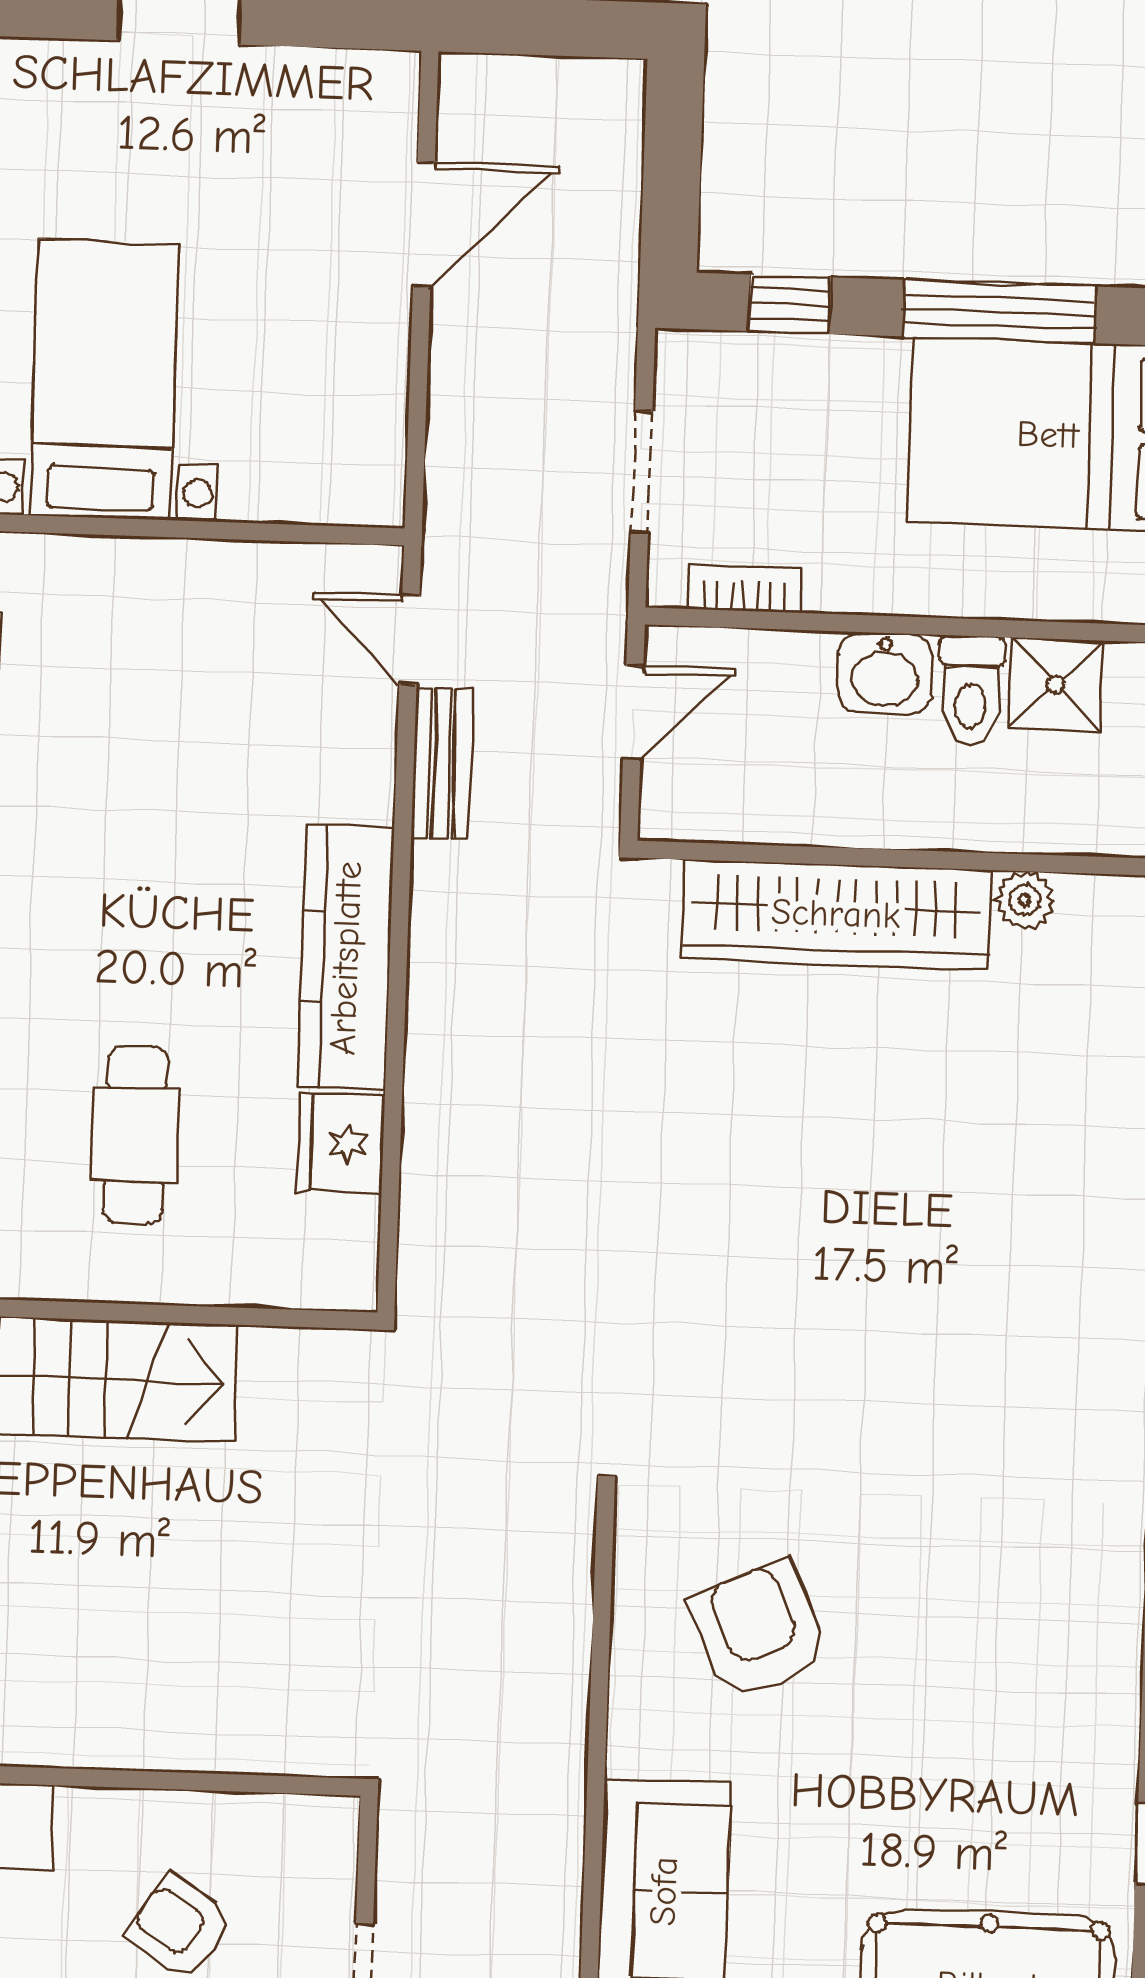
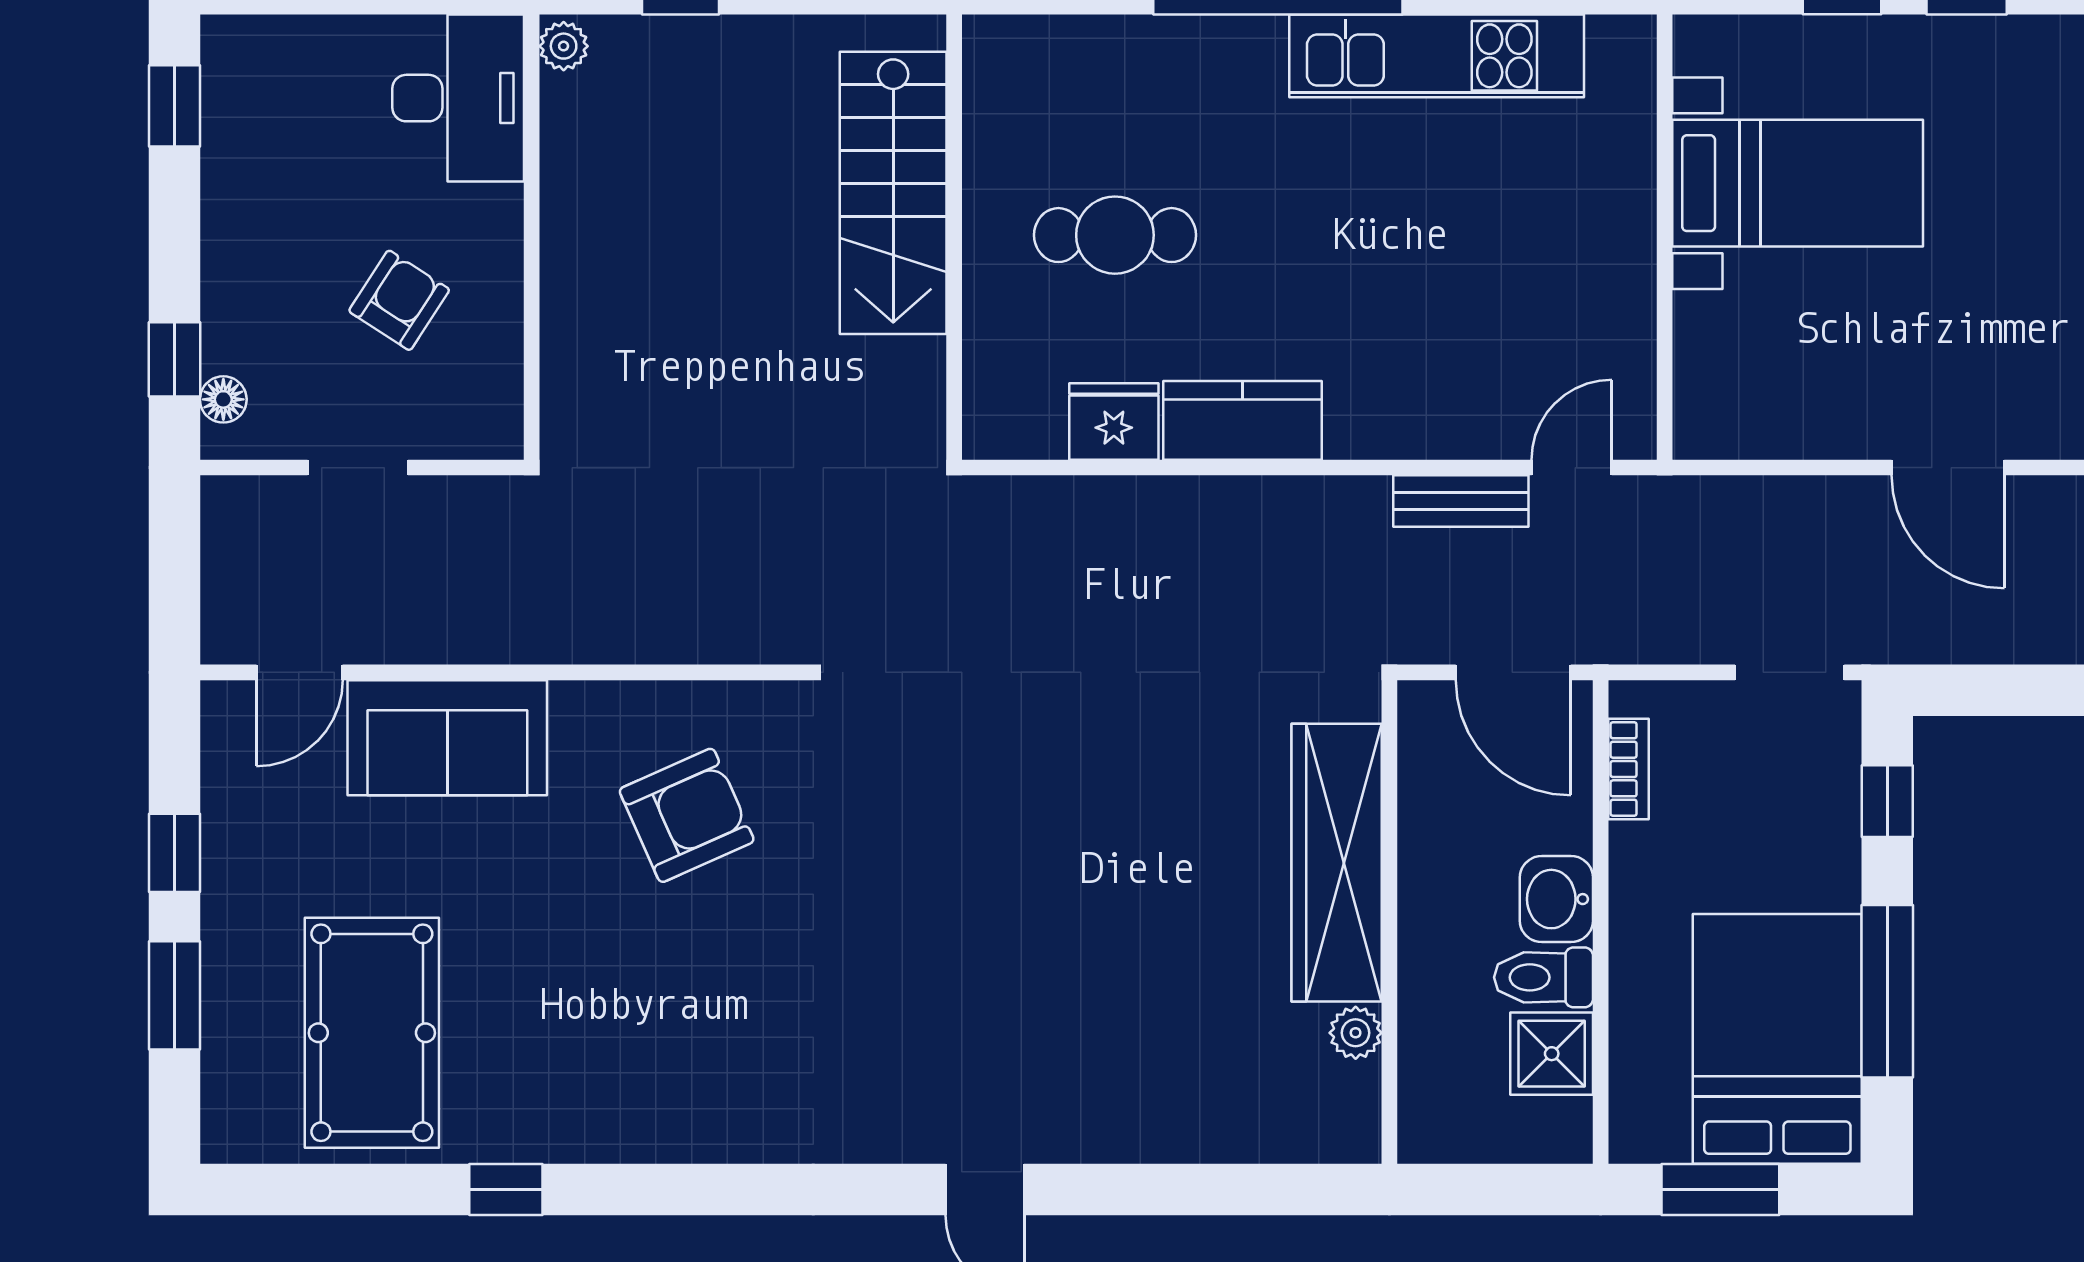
doorway: (642, 472) -> (1790, 672), moved
door: (633, 712) -> (1513, 672), width x1.37
kitchen counter: (346, 958) -> (1243, 420), width x0.67

